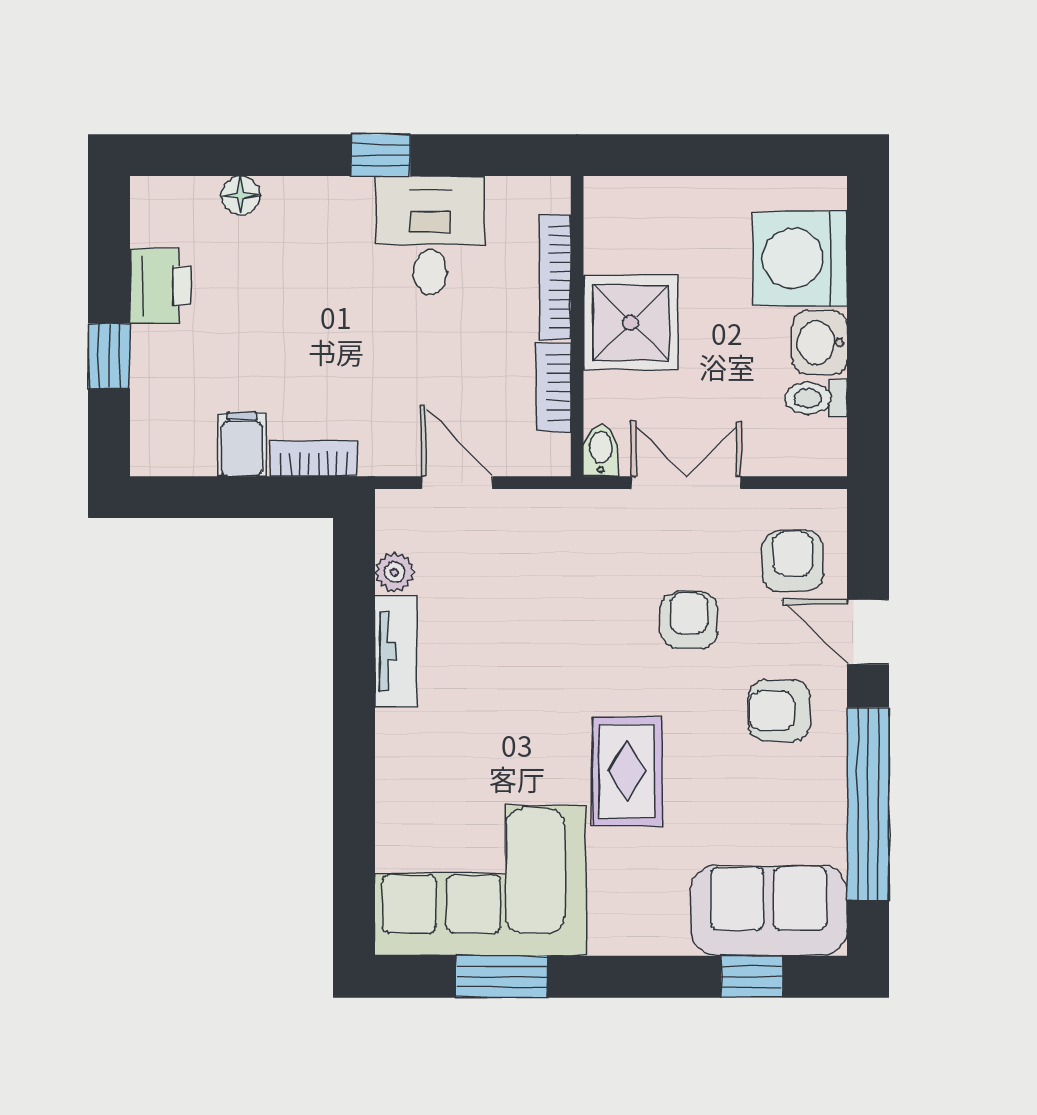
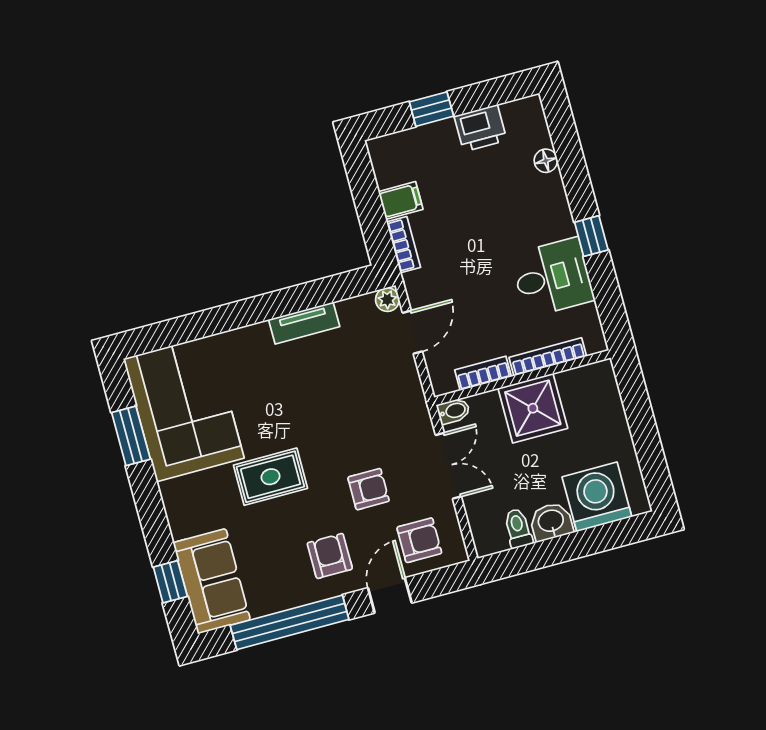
plant: (394, 572) -> (387, 300), moved

